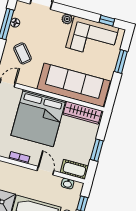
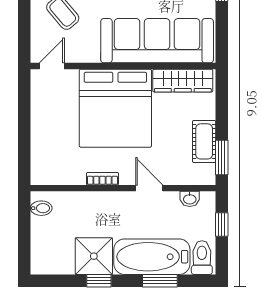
window: (97, 150) -> (222, 157), moved
cot: (74, 169) -> (204, 141), moved, turned 90

